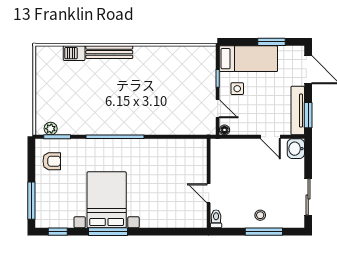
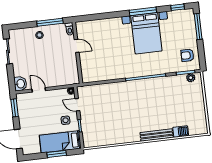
window: (271, 42) -> (57, 154), moved
tv unit: (298, 111) -> (22, 110), removed
window: (264, 232) -> (50, 22), moved

